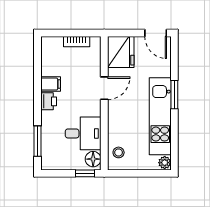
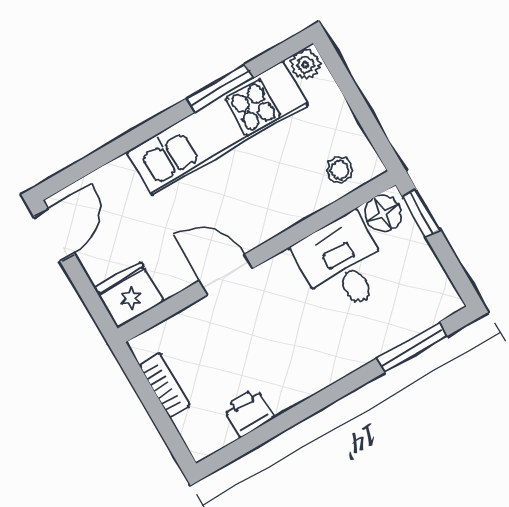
fridge: (121, 52) -> (129, 295), width x0.73, depth x0.75
filing cabinet: (51, 84) -> (281, 388), removed
window: (174, 95) -> (220, 88), moved
printer: (49, 101) -> (249, 412), moved

